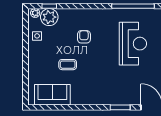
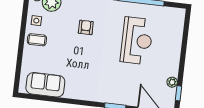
coffee table: (68, 65) -> (37, 40), moved

